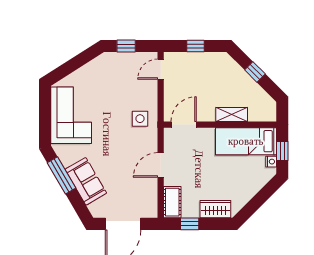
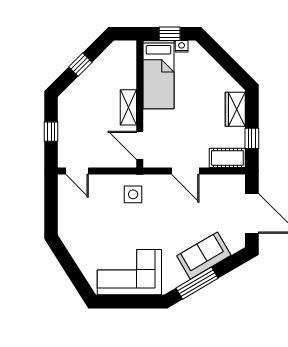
window: (126, 46) -> (51, 210), removed
shelving: (232, 115) -> (128, 107), moved

